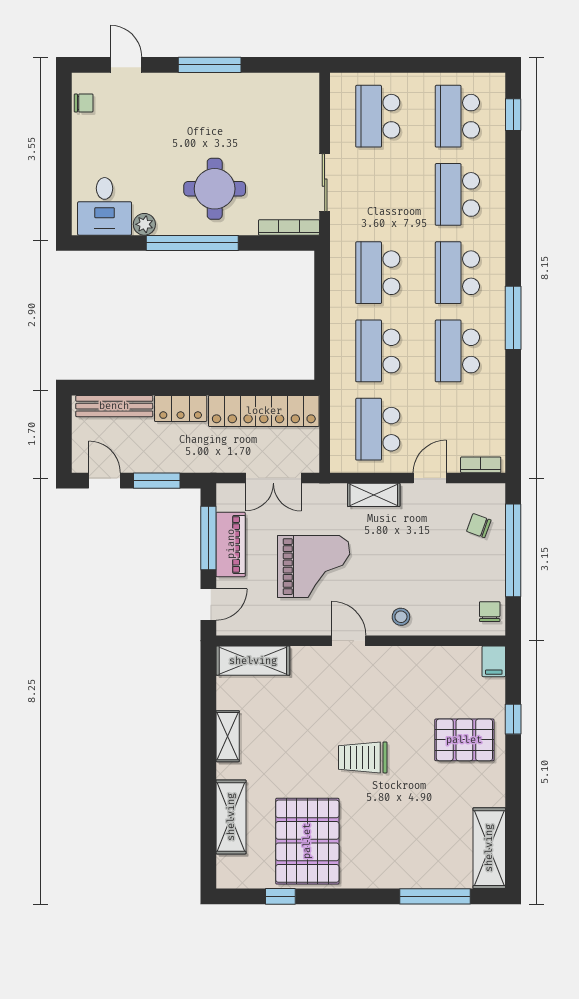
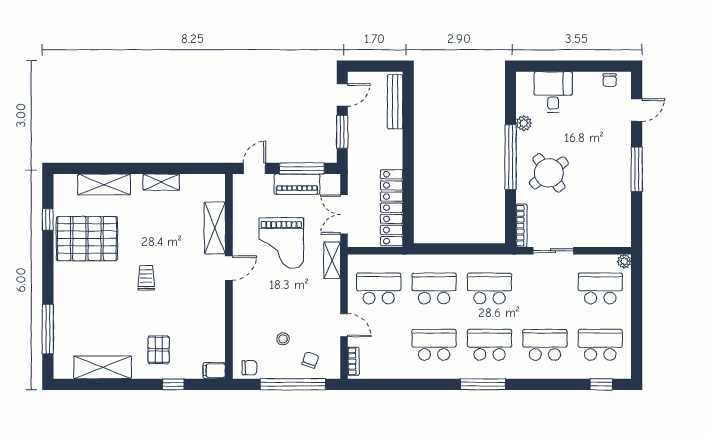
plant: (340, 82) -> (624, 261), added
round table: (215, 189) -> (549, 173), turned -37
desk: (105, 206) -> (553, 92), moved, turned 90
window: (513, 318) -> (483, 384), moved
locker: (181, 408) -> (393, 149), removed
shelving: (374, 495) -> (332, 260), moved
door: (208, 605) -> (254, 168), swing flipped
stool: (401, 617) -> (283, 339), moved
shelving: (253, 661) -> (215, 228), moved
pallet: (464, 740) -> (159, 350), width x0.67, depth x0.71
trolley: (363, 757) -> (146, 278), width x0.73, depth x0.72
shelving: (489, 848) -> (103, 367), moved

